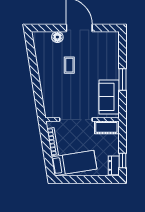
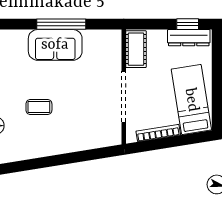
window: (122, 80) -> (61, 24), width x1.44
sofa: (109, 97) -> (55, 45), moved
dresser: (114, 165) -> (189, 38), width x1.44

